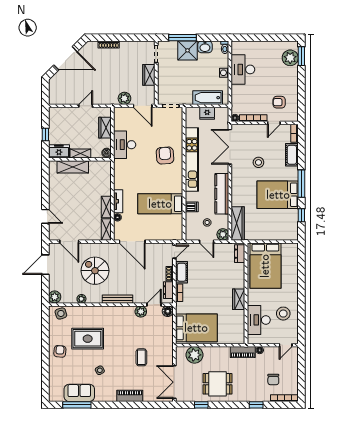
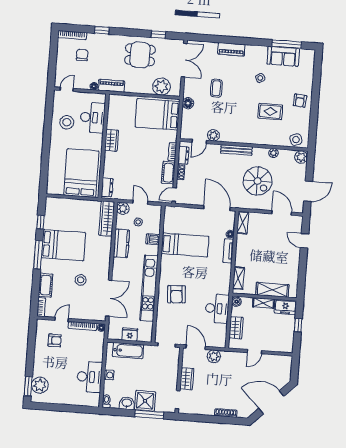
kitchen counter: (222, 194) -> (121, 243), width x0.67
shelving: (106, 207) -> (238, 278), moved
floor lamp: (168, 311) -> (188, 103), moved
rug: (88, 339) -> (270, 111), width x0.73, depth x0.70

